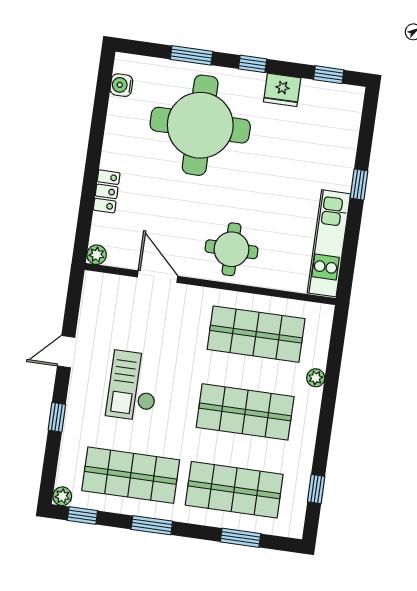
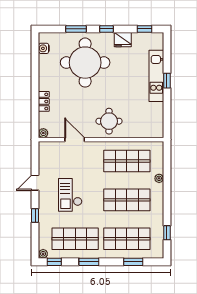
kitchen unit: (329, 243) -> (156, 76), moved

